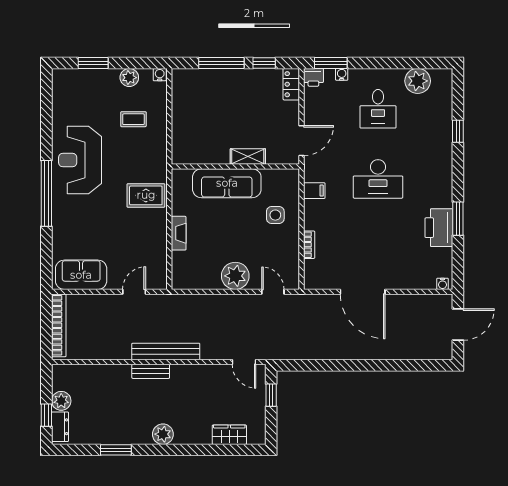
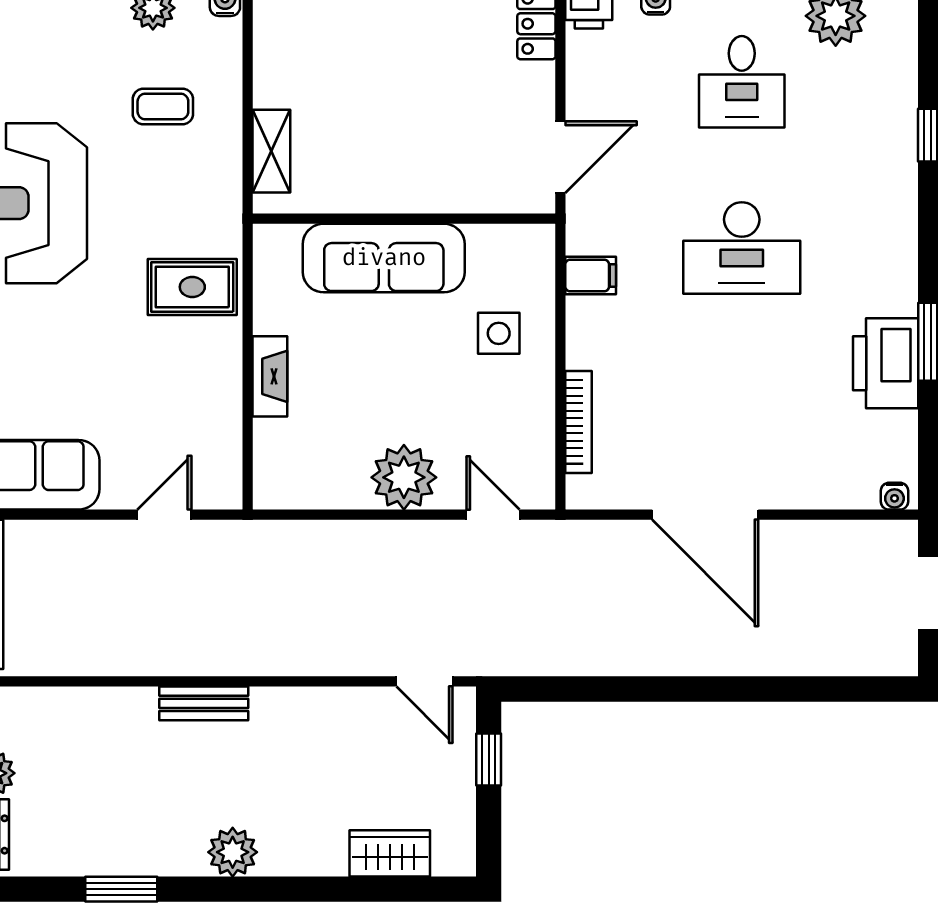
shelving: (248, 157) -> (271, 151), moved, turned 90
bookcase: (309, 245) -> (578, 422), width x1.56
bench: (166, 352) -> (239, 657), removed

